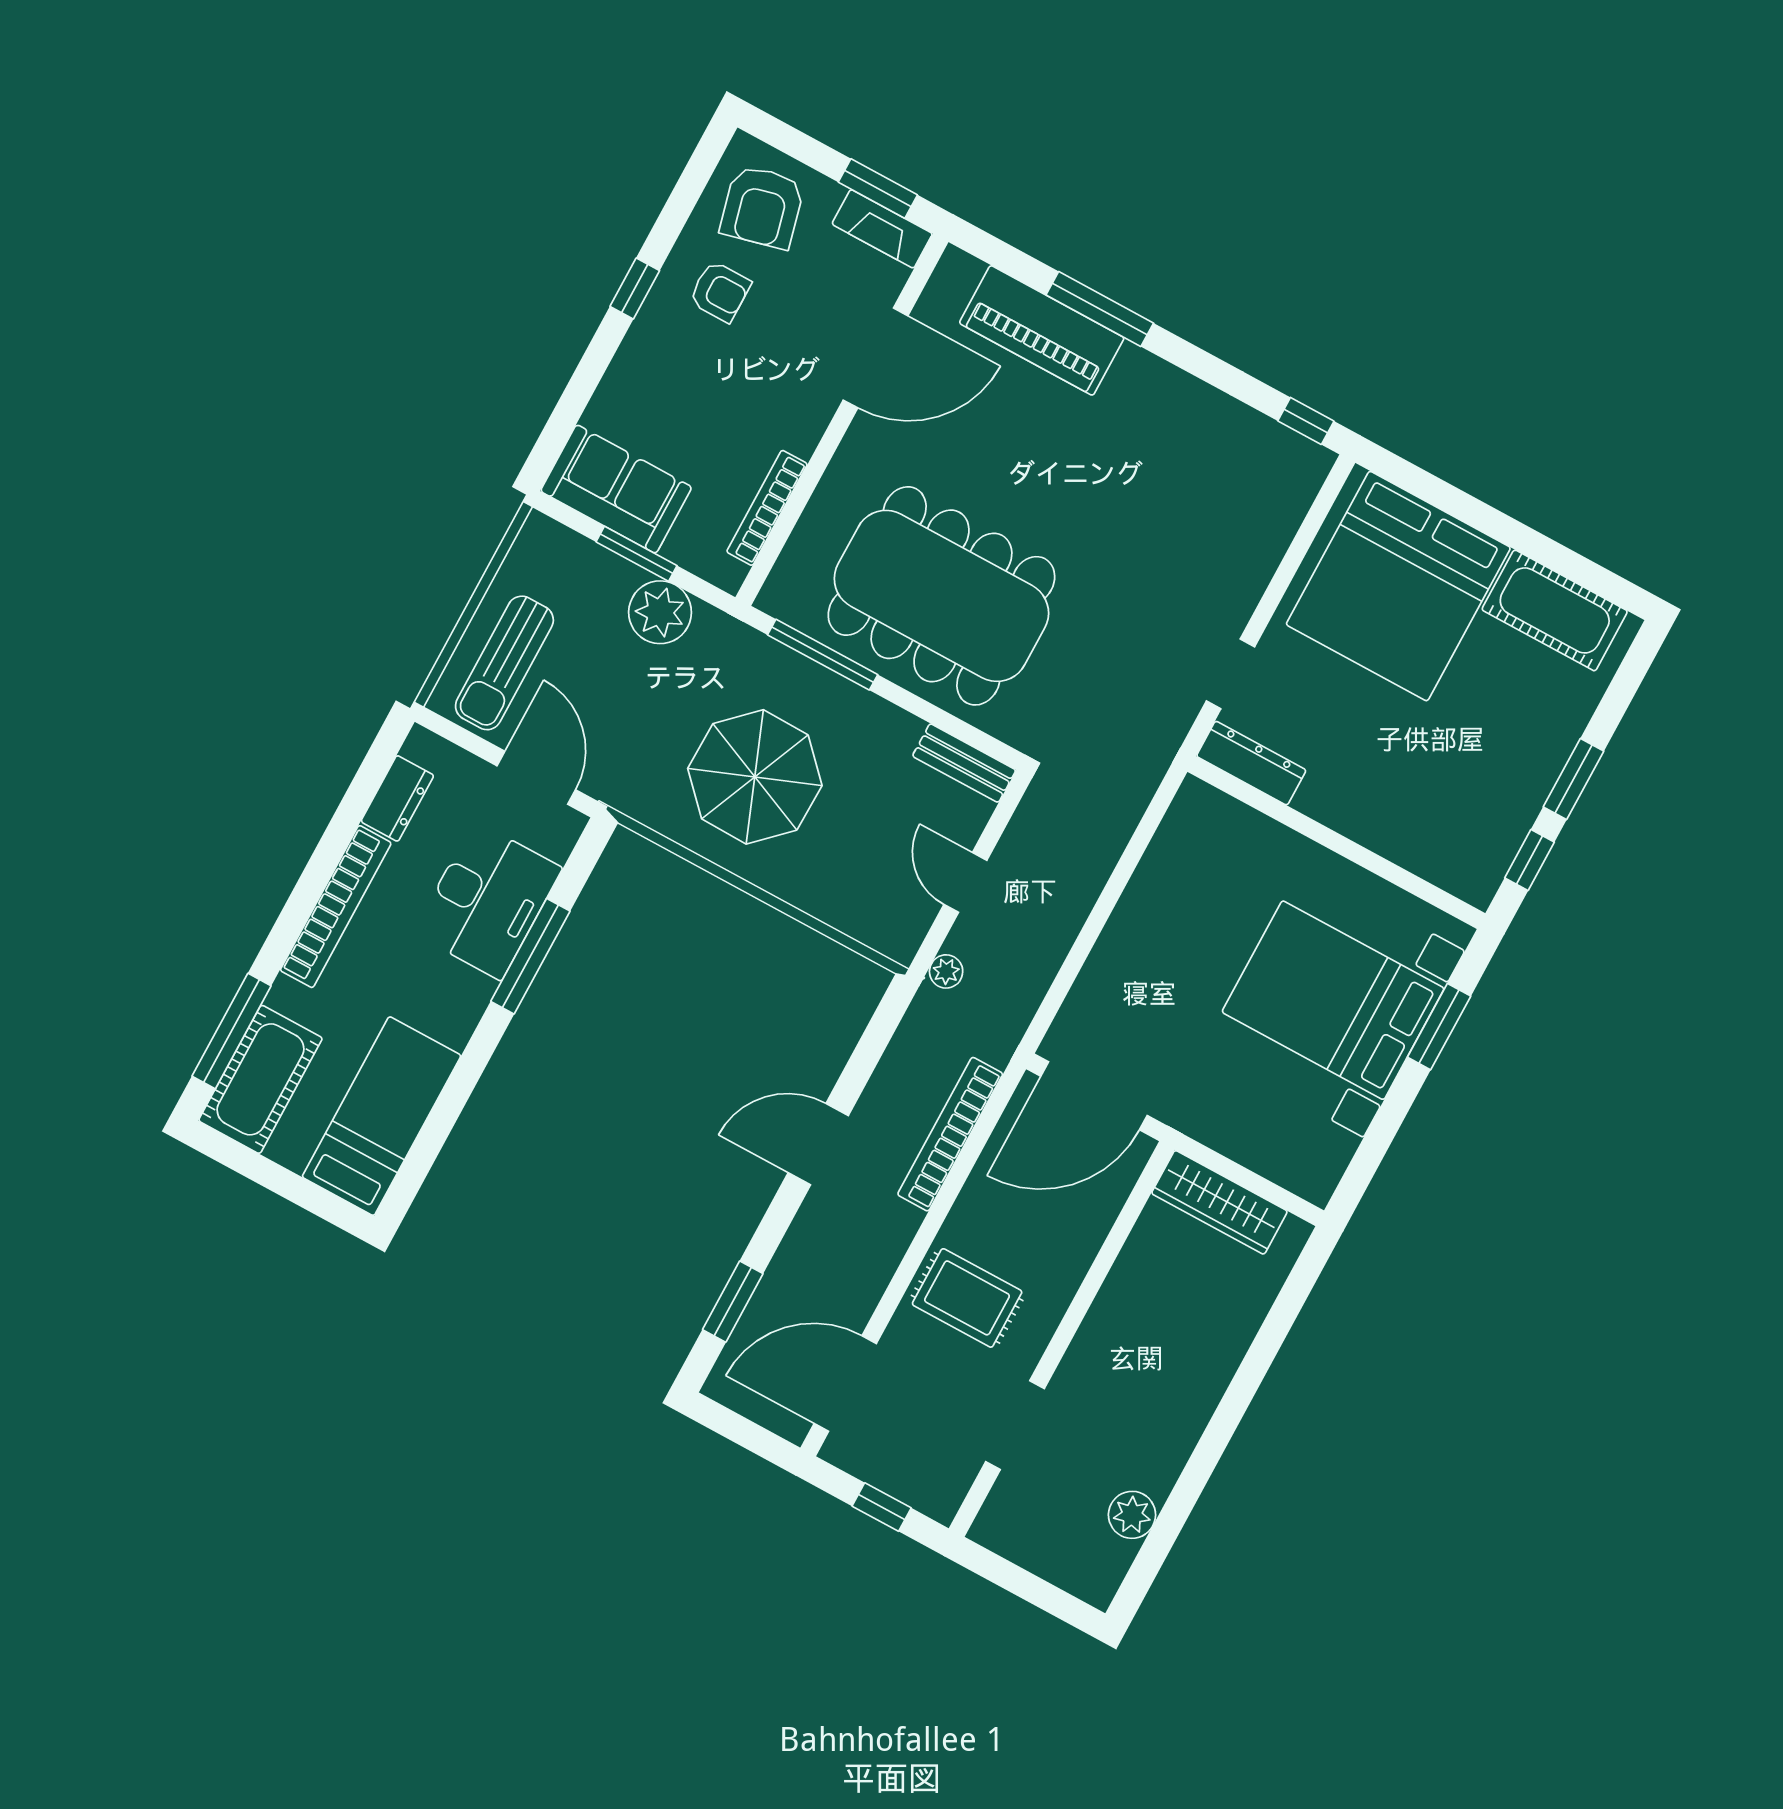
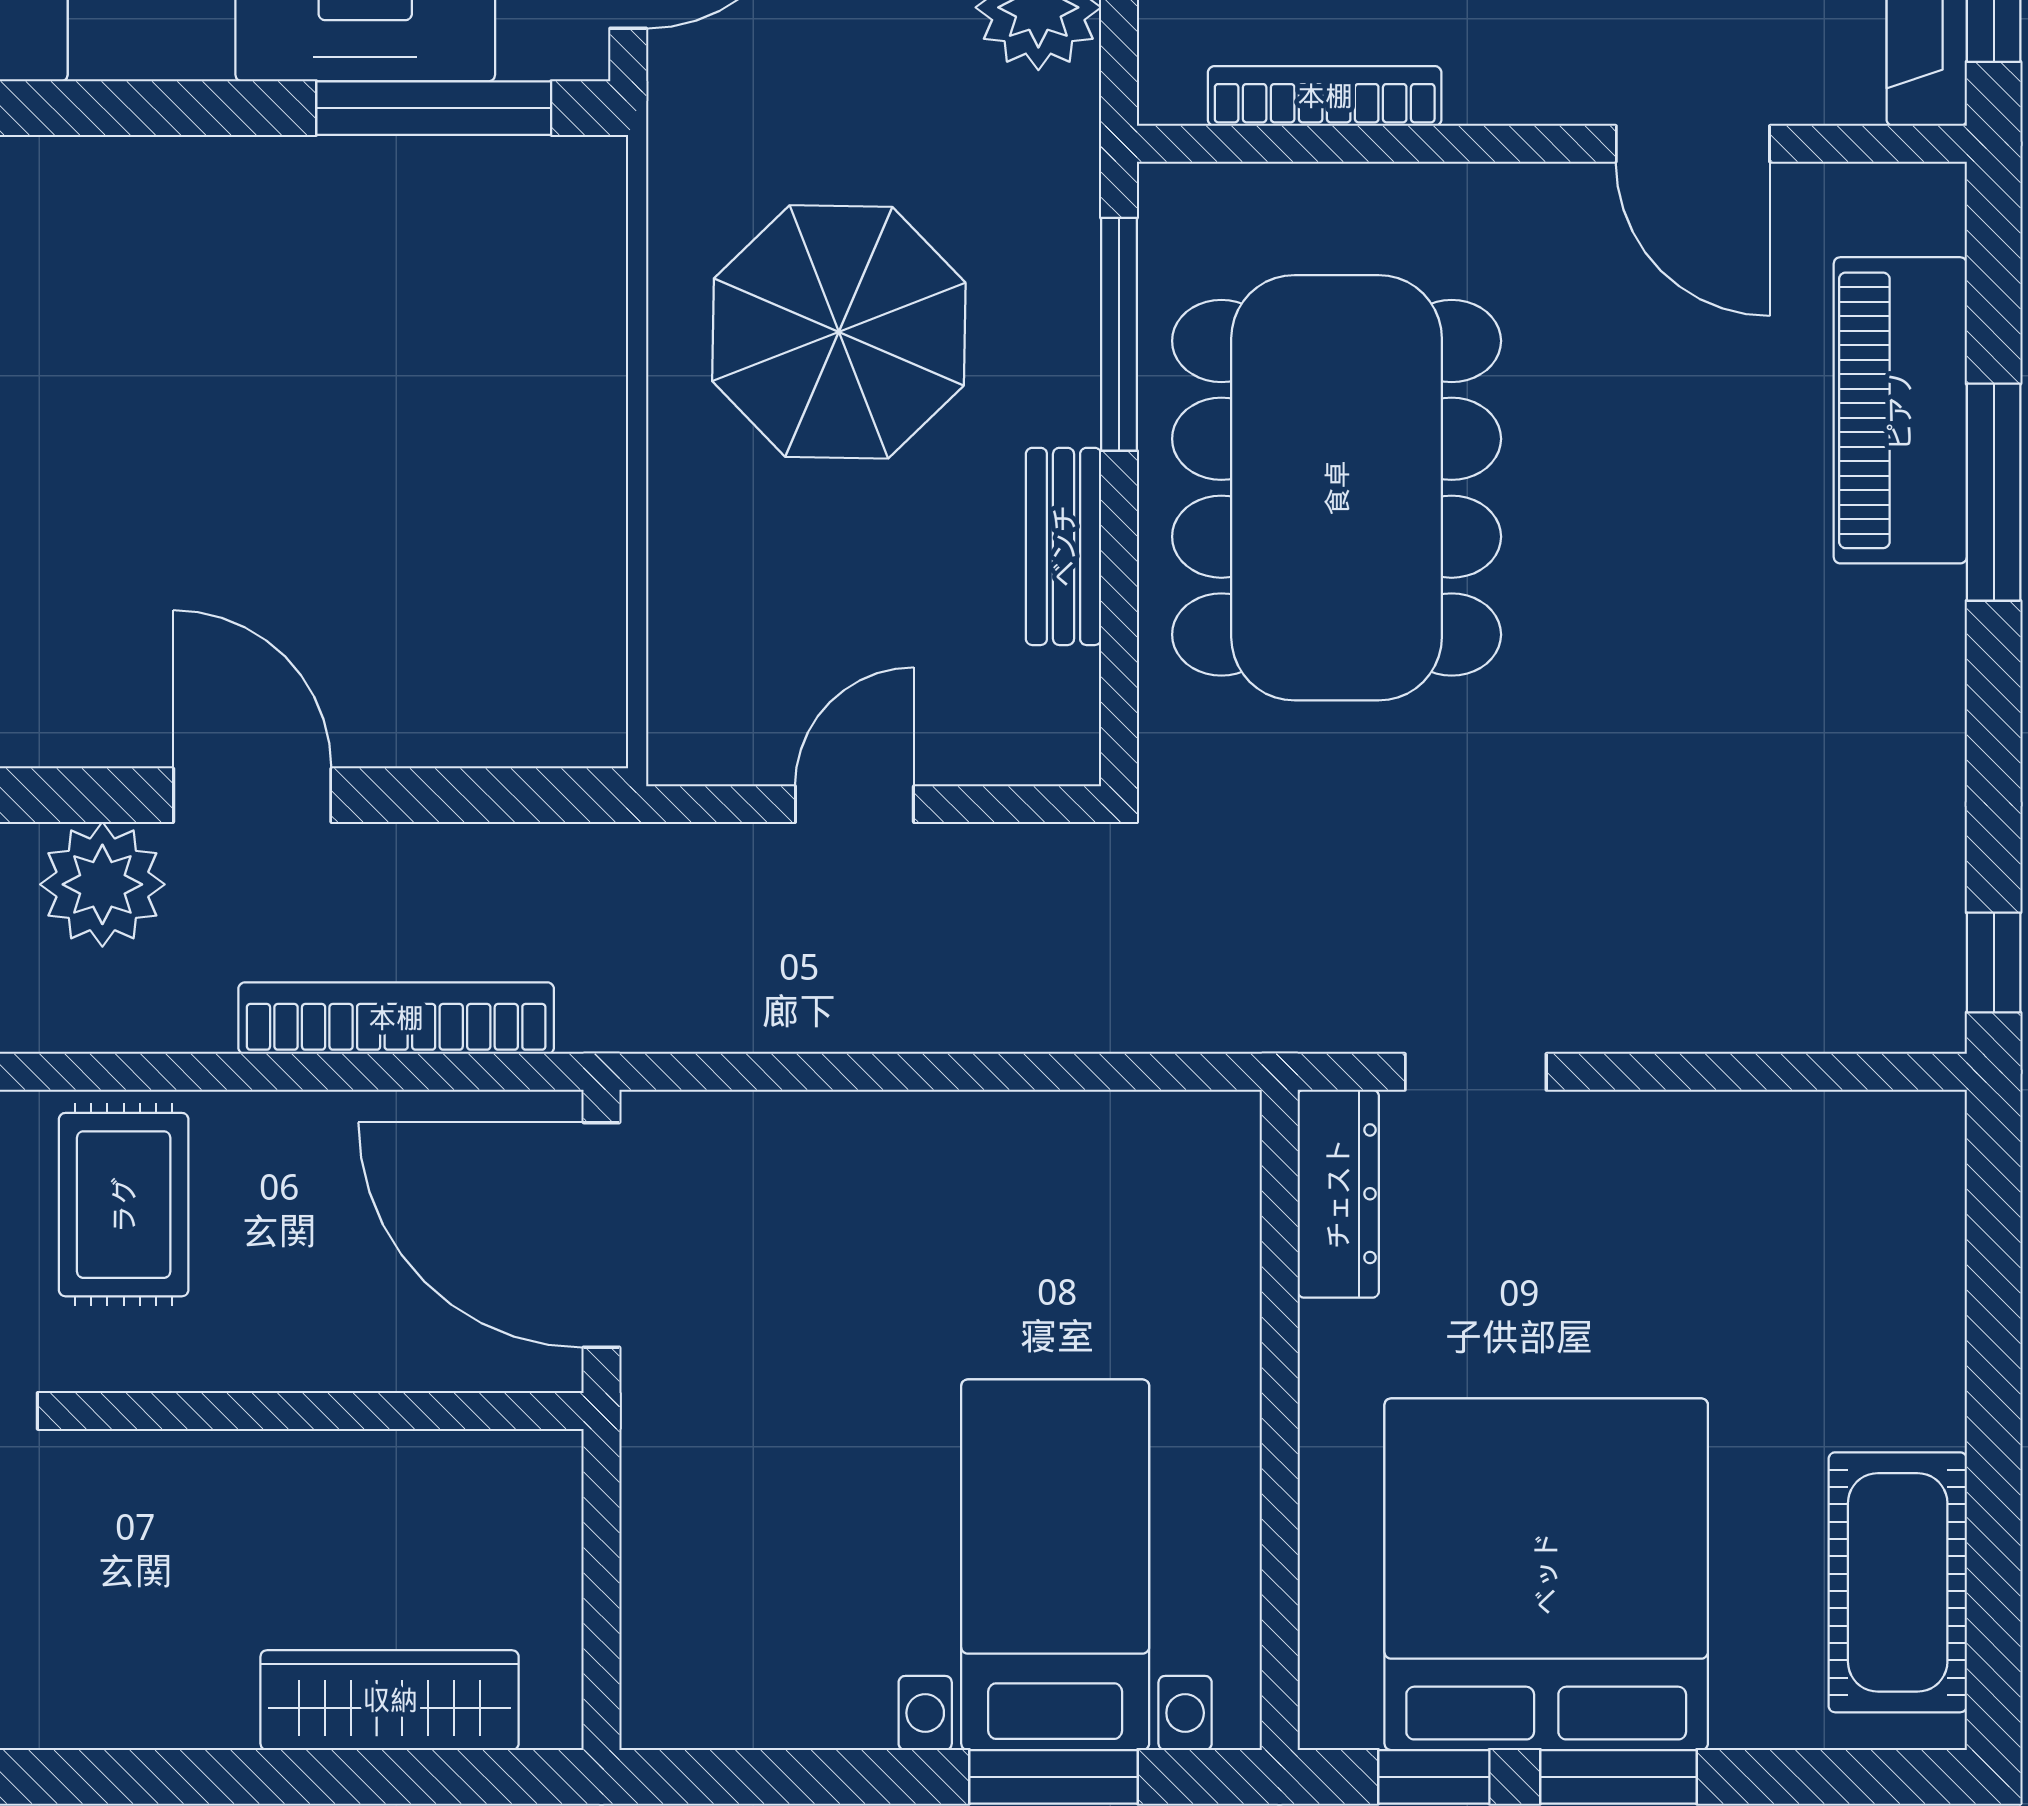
door: (876, 358) -> (1693, 144), width x0.73
bed: (1398, 586) -> (1546, 1574), moved, turned 90
bench: (964, 763) -> (1064, 546), moved
window: (530, 956) -> (434, 108), moved
plant: (946, 971) -> (102, 884), moved, width x1.88, depth x1.88
bed with nightstands: (1333, 1000) -> (1055, 1565), width x0.73
wardrobe: (1219, 1202) -> (390, 1700), moved, turned 90

